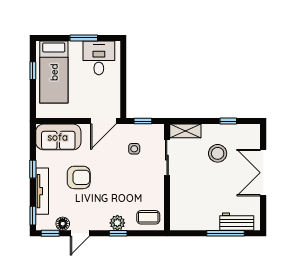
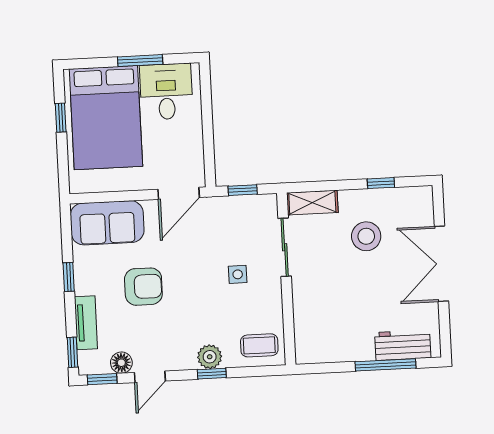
bed: (54, 72) -> (106, 118), width x1.50
side table: (134, 149) -> (238, 274), moved
tv unit: (42, 191) -> (86, 323), width x0.71

